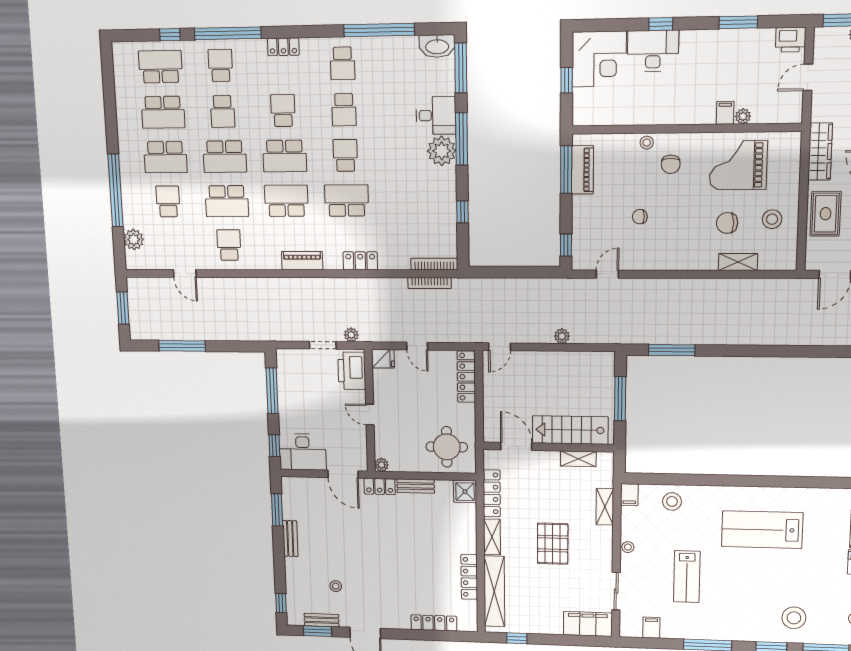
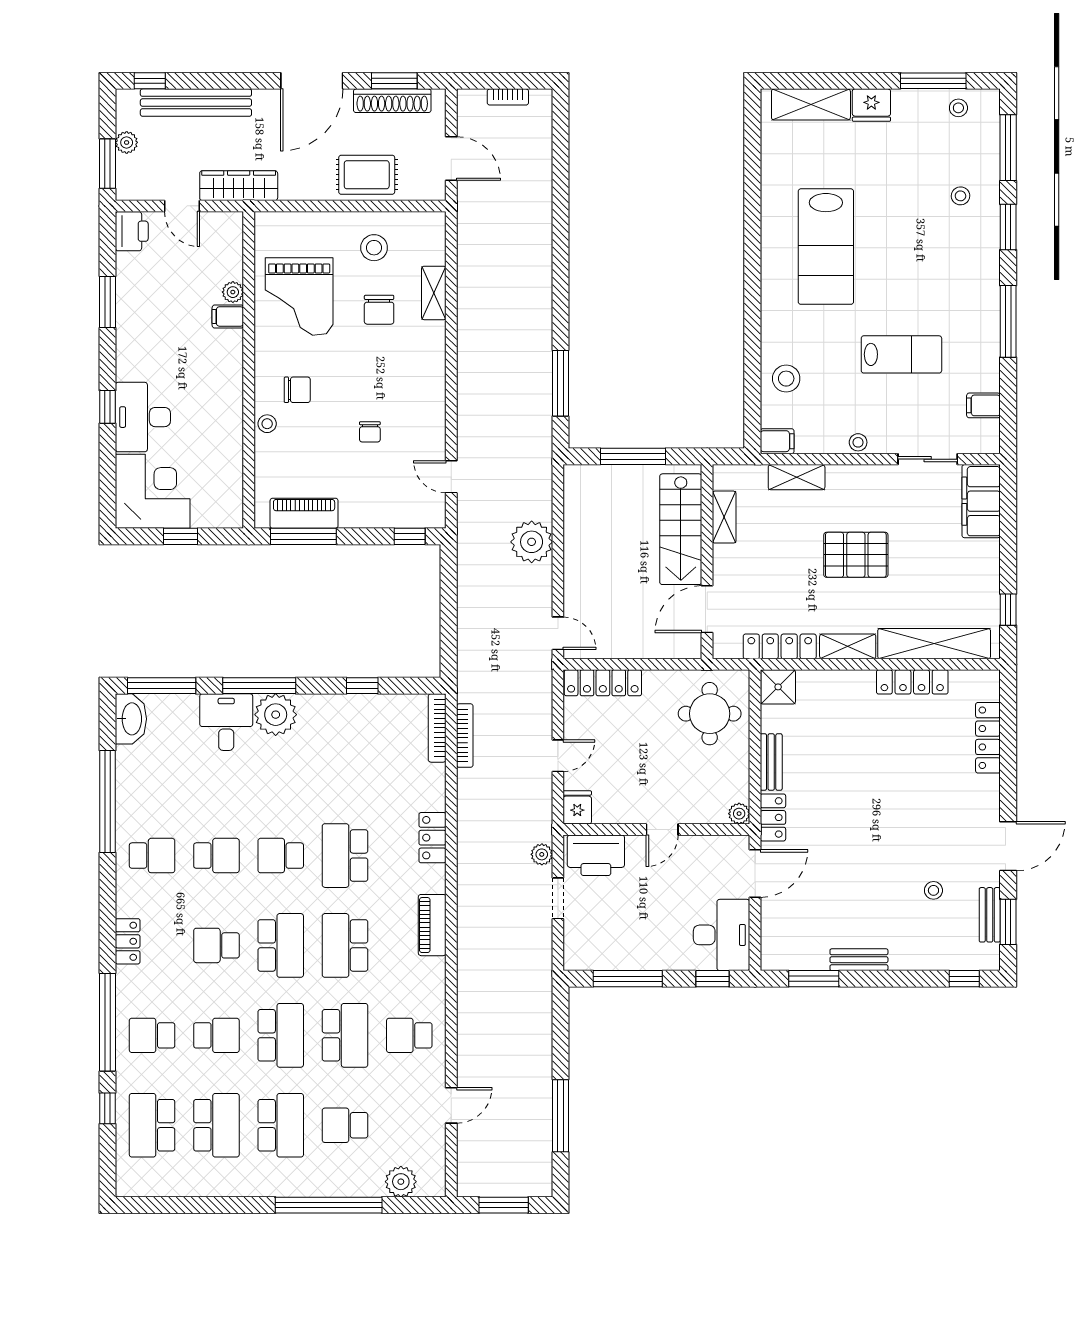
wardrobe: (820, 152) -> (239, 186), moved
plant: (562, 336) -> (532, 542), width x1.88, depth x1.88
stool: (794, 618) -> (960, 196), width x0.53, depth x0.53

